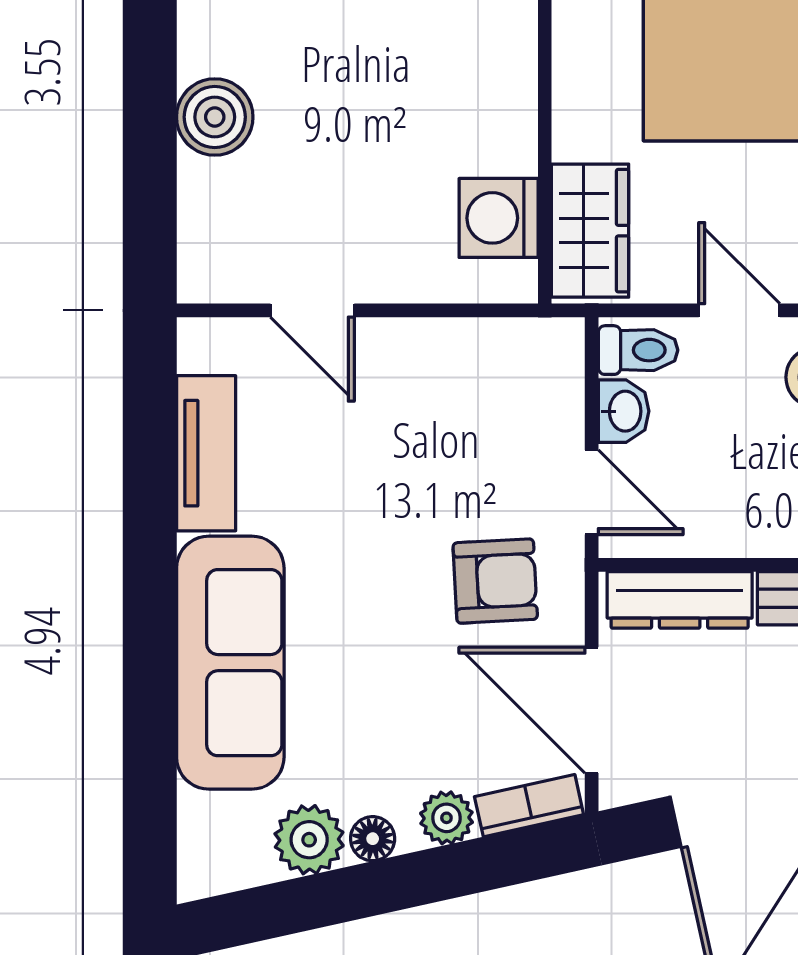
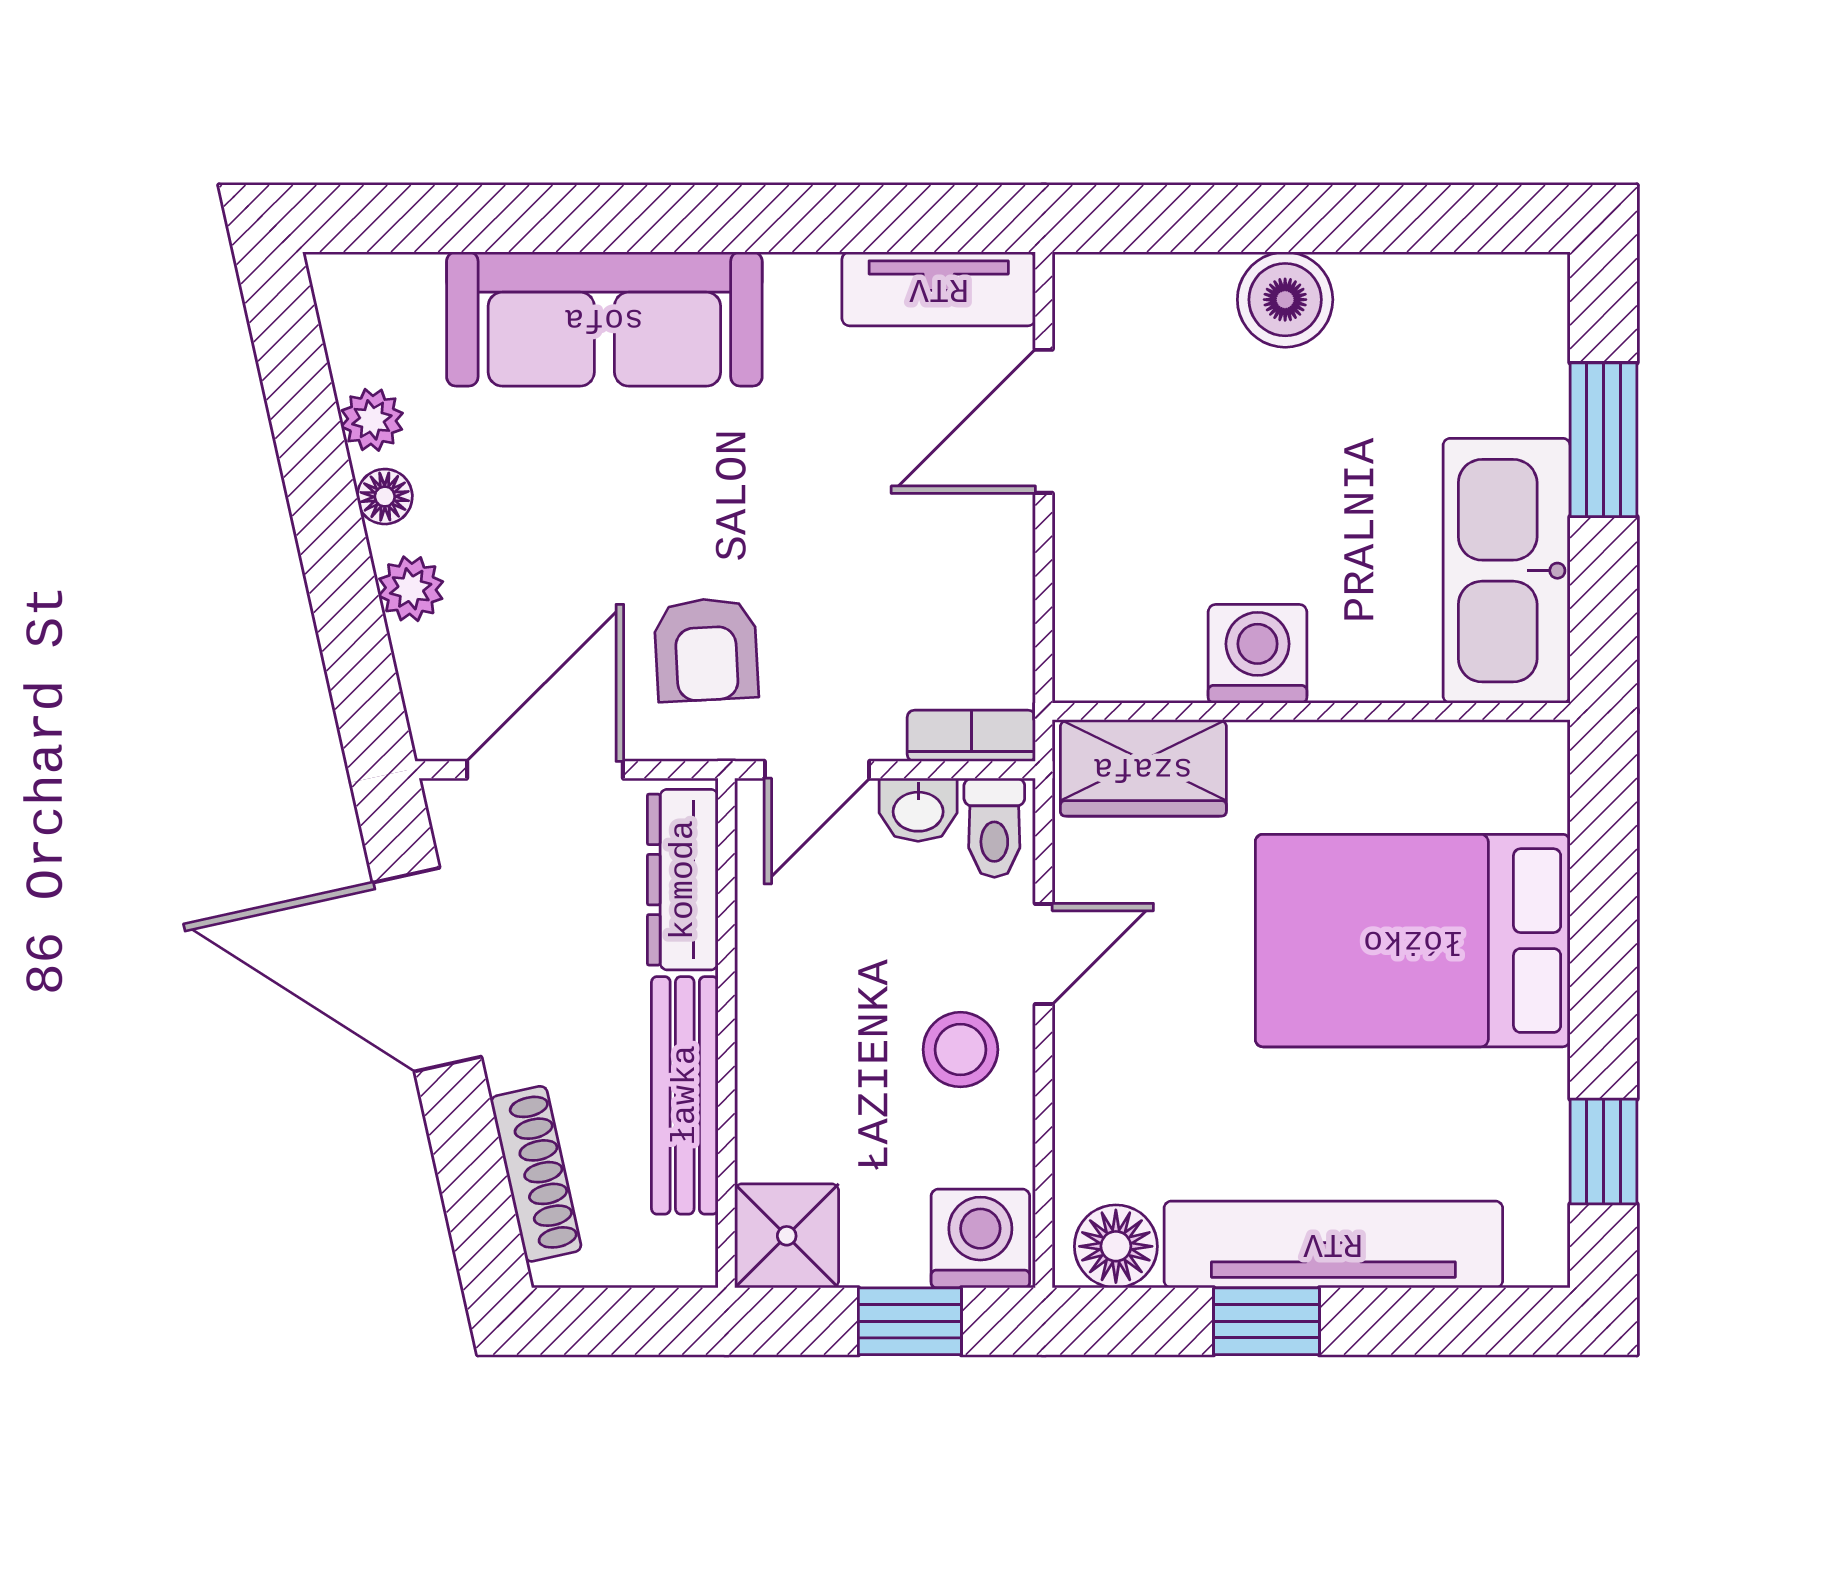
washing machine: (499, 218) -> (1258, 654), moved
door: (312, 310) -> (1044, 421), width x1.38
tv unit: (206, 453) -> (939, 289), moved
bookcase: (529, 806) -> (971, 736), moved, turned -78
plant: (309, 840) -> (372, 420), width x0.73, depth x0.73

